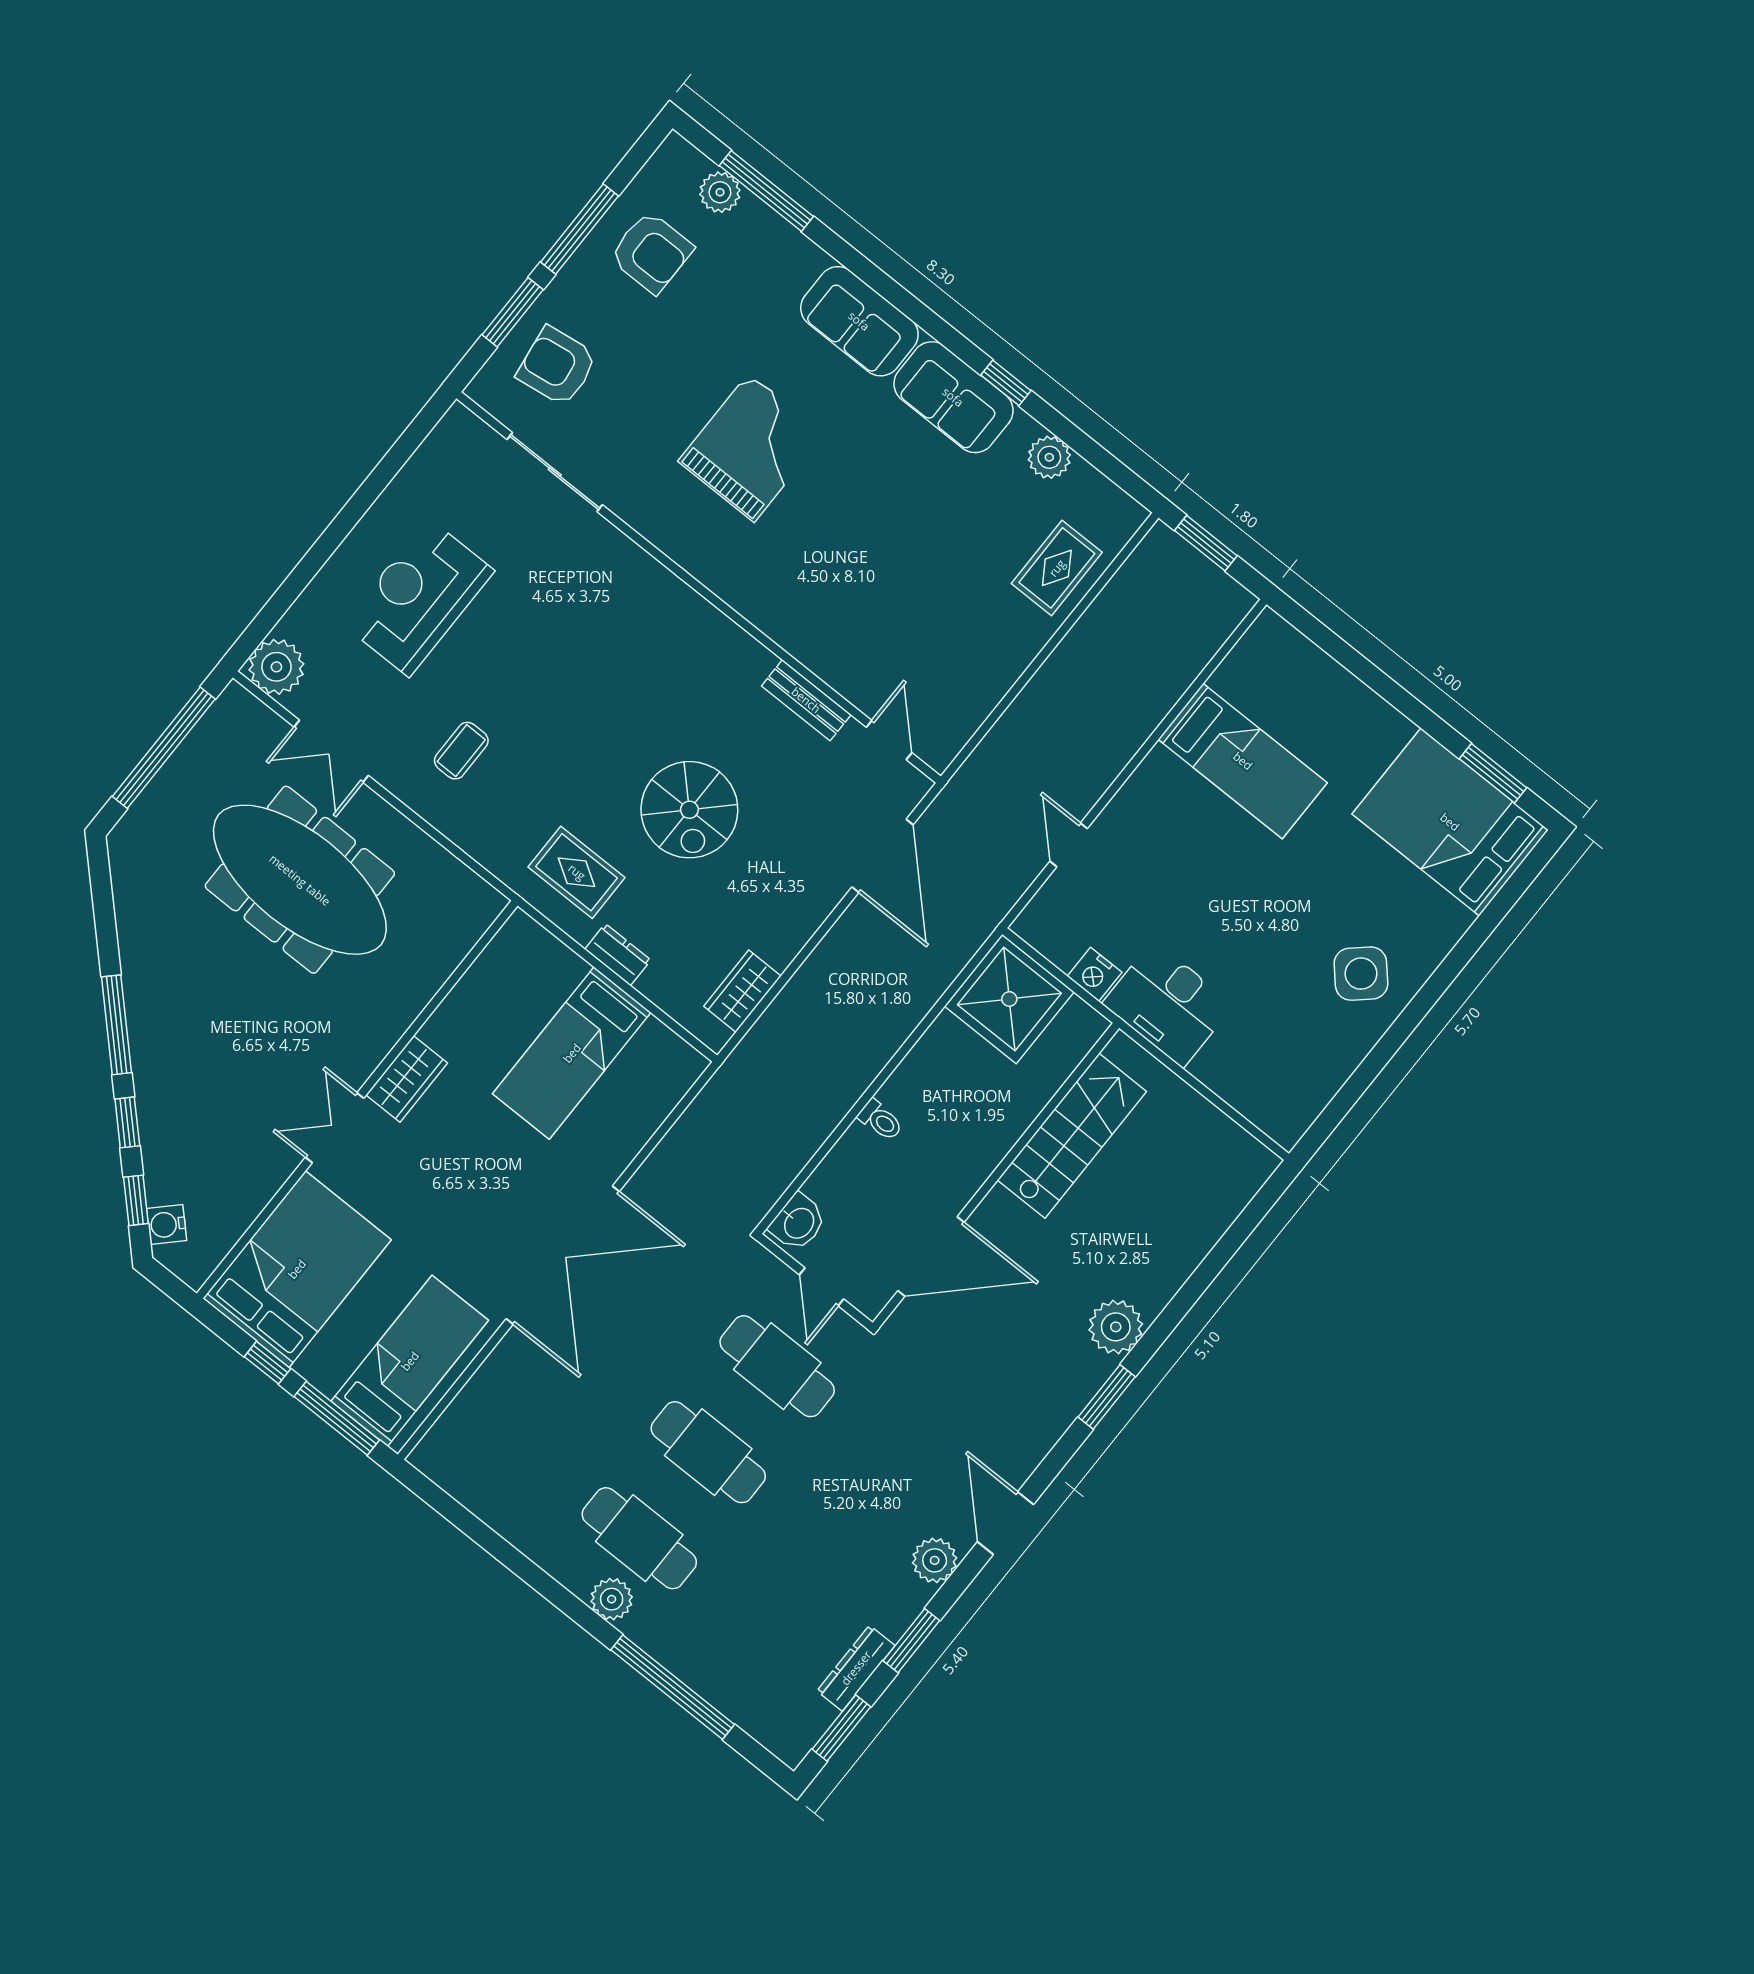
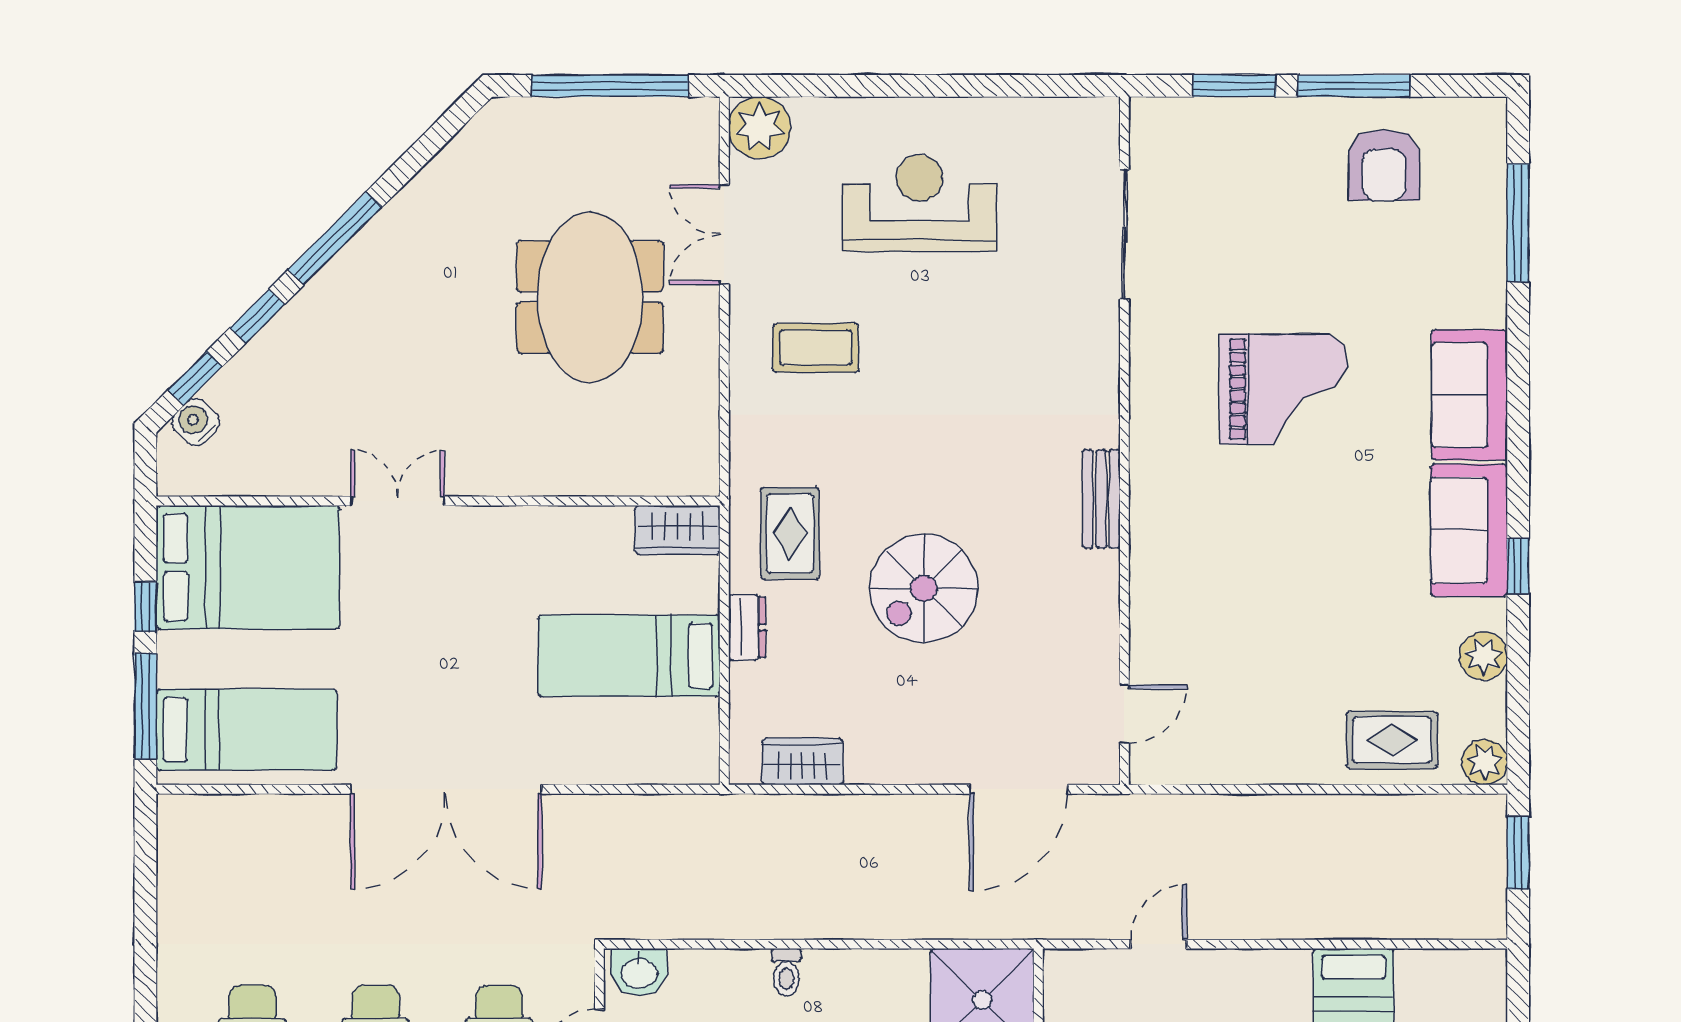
plant: (720, 192) -> (1484, 762), moved
armchair: (557, 366) -> (1218, 162), removed
bench: (806, 700) -> (1101, 499), moved
coffee table: (461, 751) -> (816, 348), width x1.36, depth x1.30
meeting table: (300, 880) -> (590, 297), width x0.73
wardrobe: (407, 1079) -> (677, 530), moved

